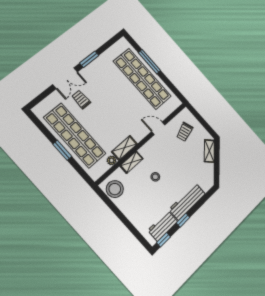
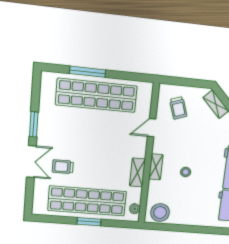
plant: (112, 160) -> (135, 209), moved
shelving: (132, 162) -> (156, 167), moved

